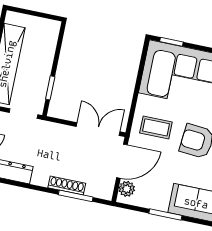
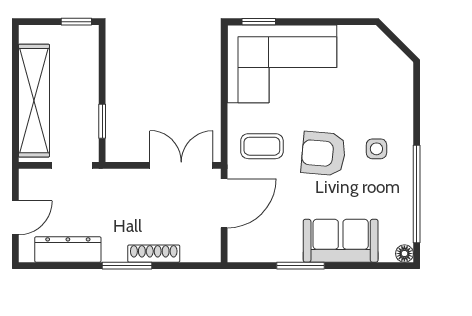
window: (47, 16) -> (76, 22), added
plant: (127, 189) -> (239, 241), removed
window: (76, 196) -> (127, 266), moved

